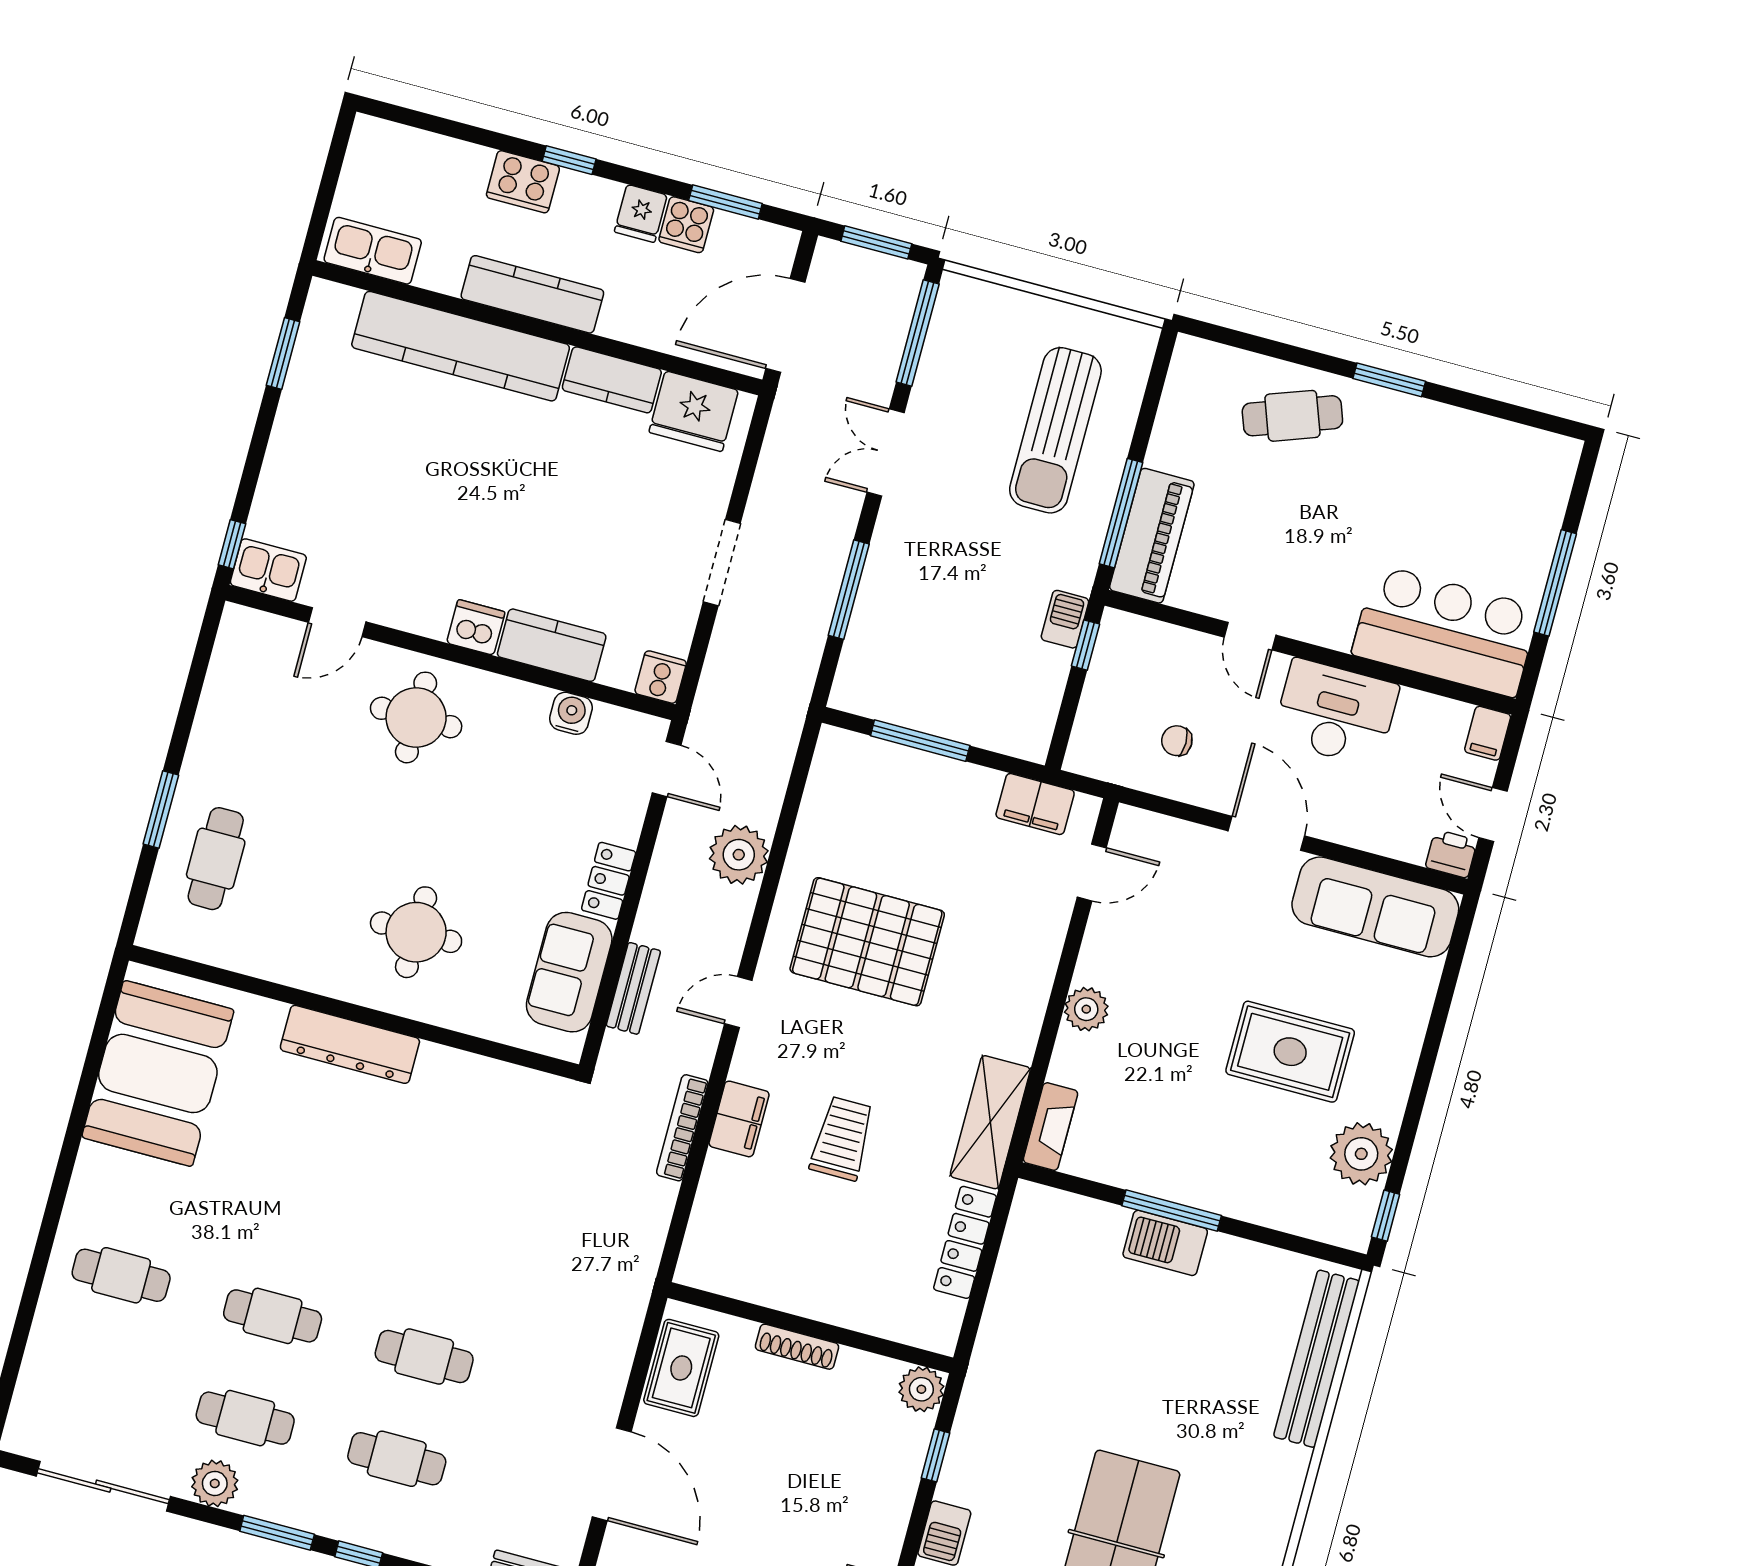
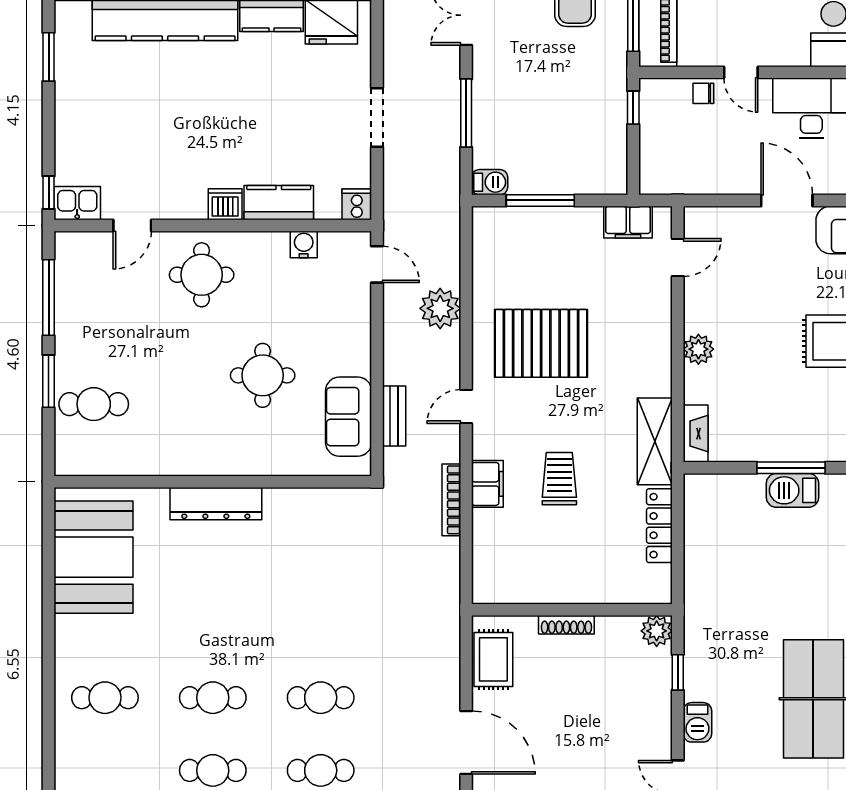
barbecue: (1065, 619) -> (490, 182), moved, turned 90
window: (192, 692) -> (49, 297), added
chair: (1177, 741) -> (703, 93), moved
cafe table: (216, 859) -> (94, 404), turned 90
locker: (609, 881) -> (358, 349), removed
round table: (416, 932) -> (263, 375), moved

